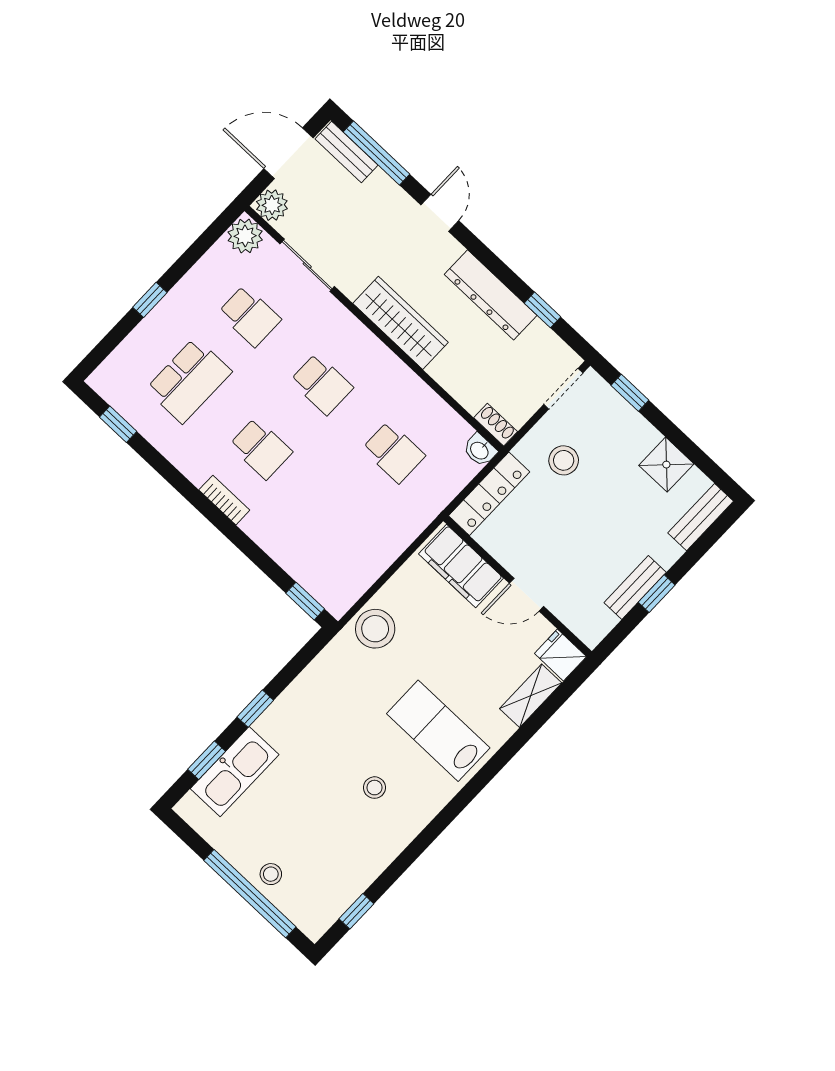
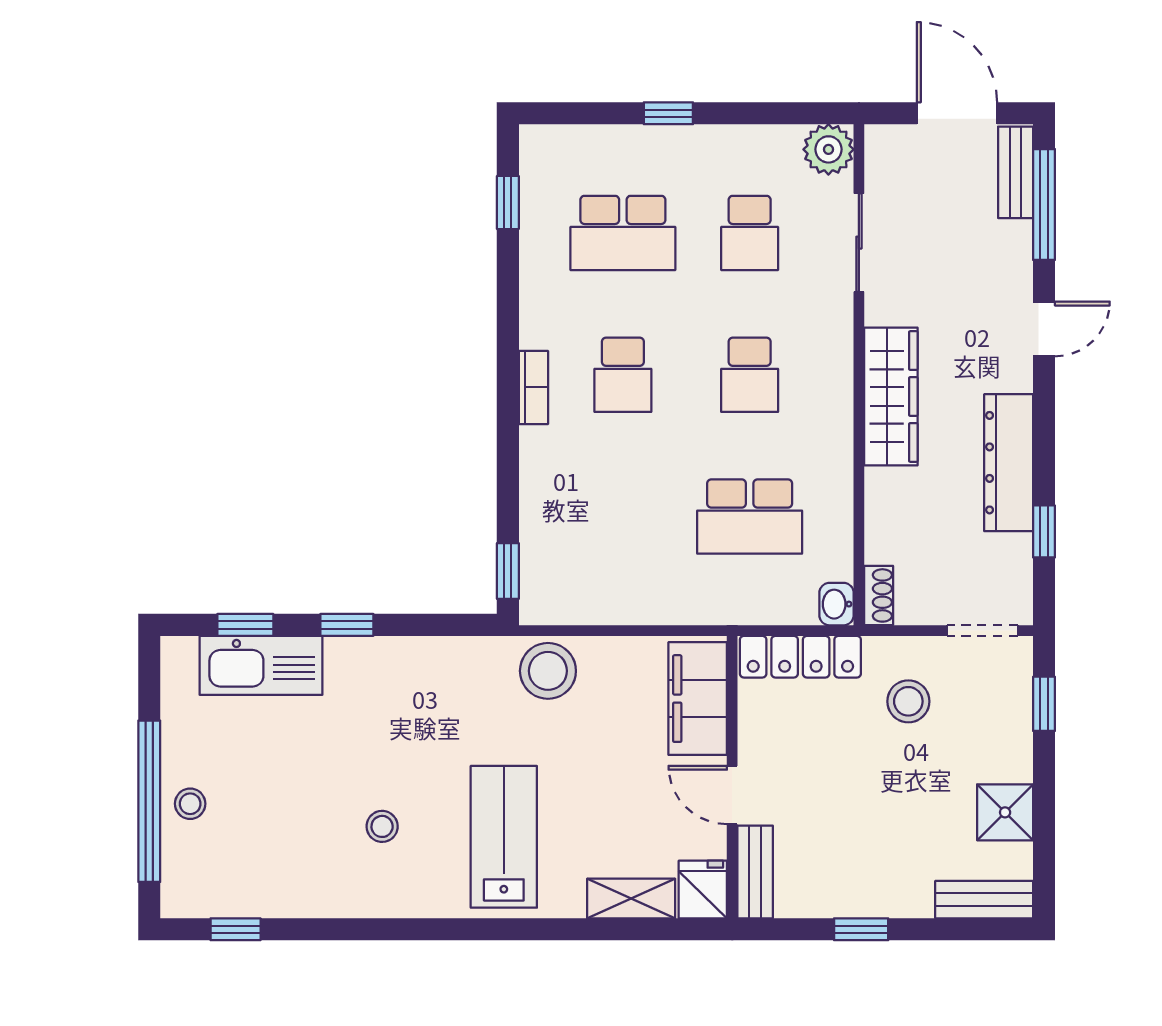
plant: (272, 205) -> (887, 147), removed
school desk: (394, 452) -> (750, 517), width x1.85
bench: (635, 587) -> (755, 872), moved, turned 90

